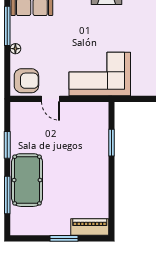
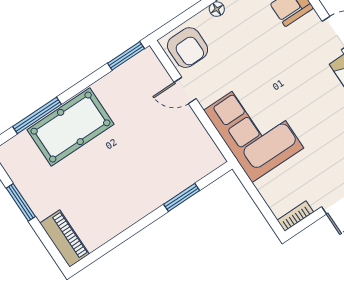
door: (51, 99) -> (185, 90), hinge flipped
window: (7, 145) -> (126, 56), moved
window: (64, 238) -> (21, 202), moved

